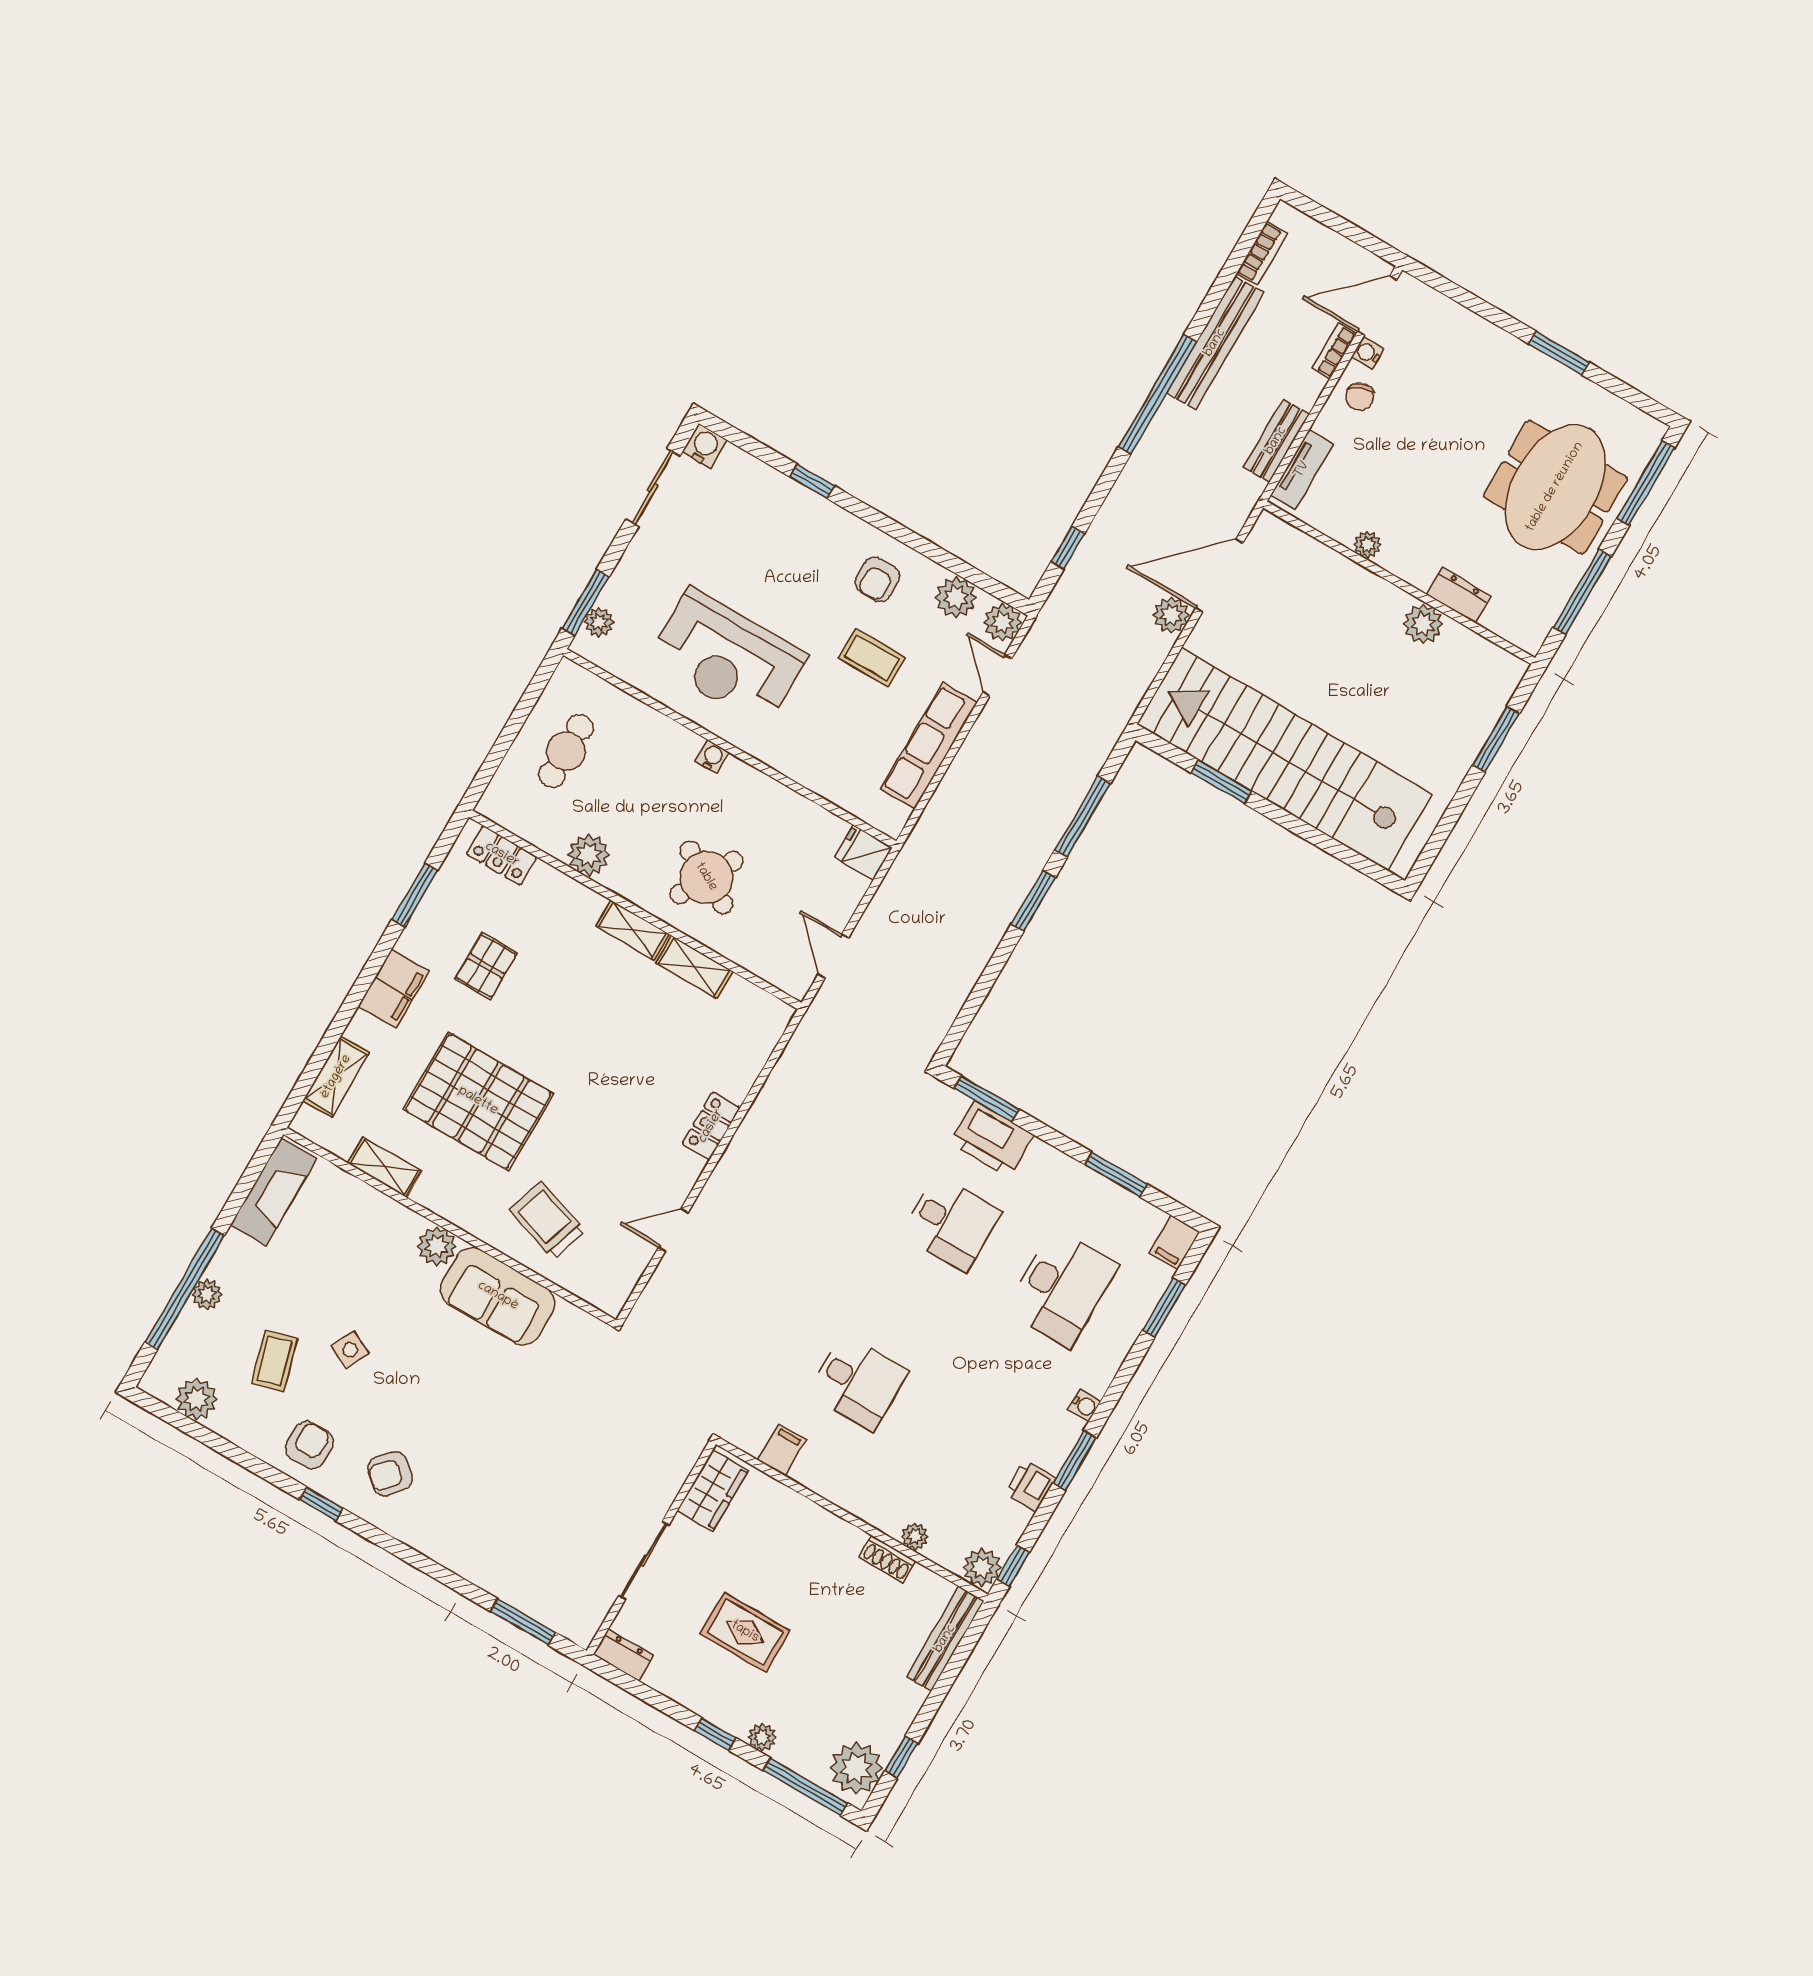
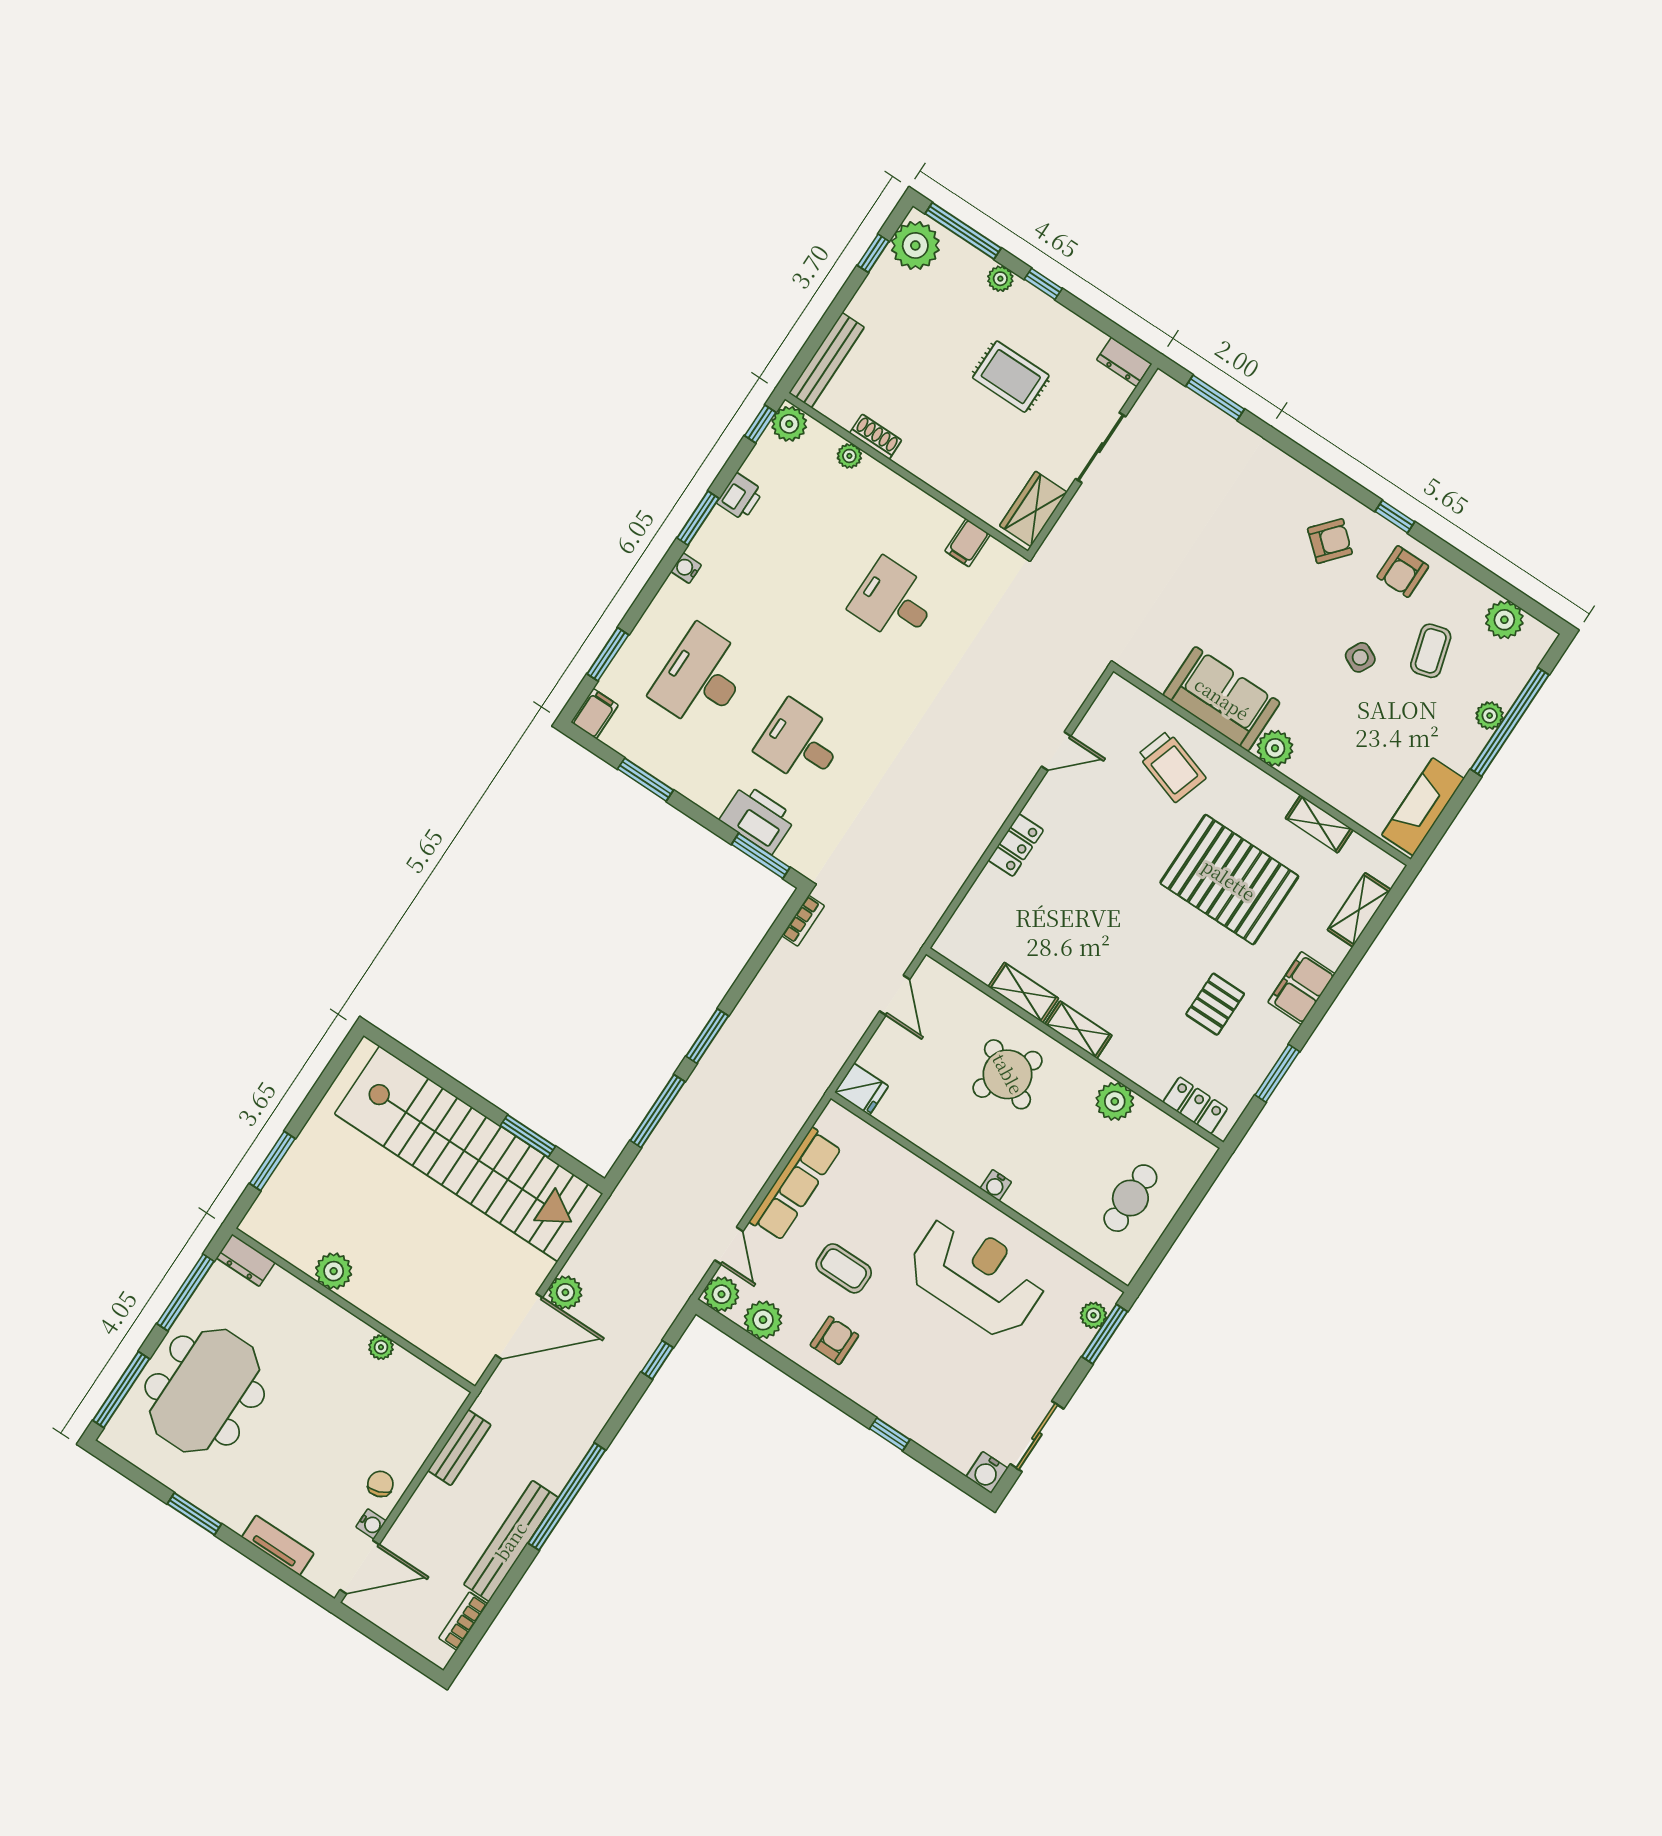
bookcase: (1334, 351) -> (803, 921), moved
tv unit: (1302, 470) -> (278, 1545), moved, turned 90
dresser: (1459, 595) -> (246, 1260), moved

